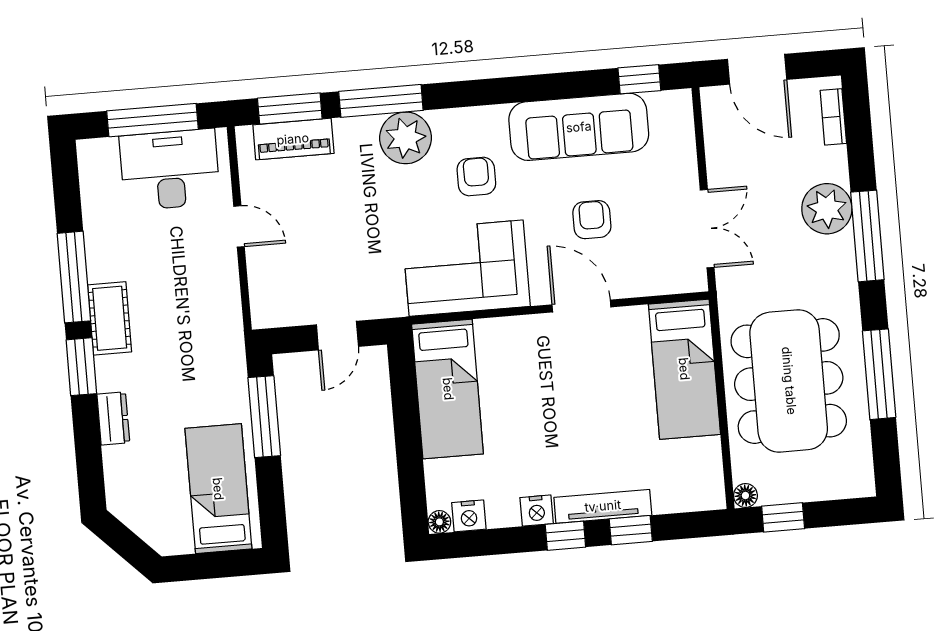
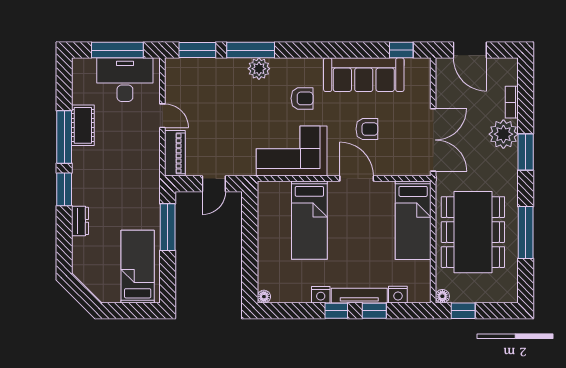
bookcase: (833, 117) -> (512, 102), moved
plant: (406, 138) -> (259, 69), width x0.73, depth x0.73
piano: (293, 139) -> (175, 153), moved, turned -90
armchair: (476, 177) -> (302, 98), turned 90
armchair: (592, 220) -> (367, 129), turned 90
double door: (707, 229) -> (433, 140), width x1.37
window: (867, 236) -> (526, 152), width x0.69
cot: (110, 318) -> (83, 125), moved
bed: (448, 389) -> (309, 220), moved
nightstand: (469, 516) -> (398, 295), moved

